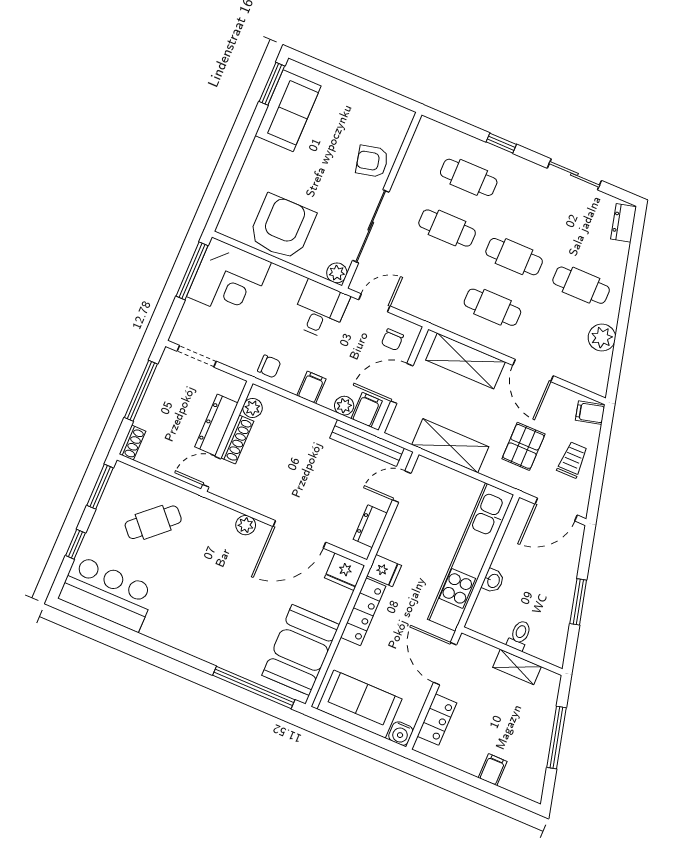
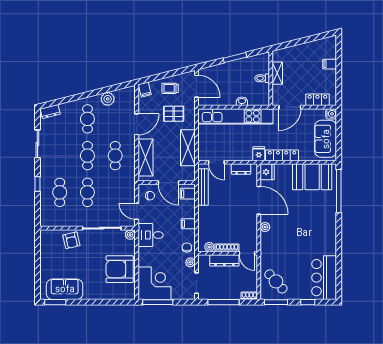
plant: (344, 406) -> (190, 262), moved
cafe table: (153, 522) -> (276, 281), moved
window: (557, 737) -> (302, 41), removed

